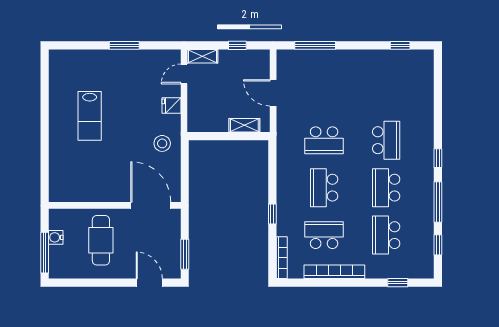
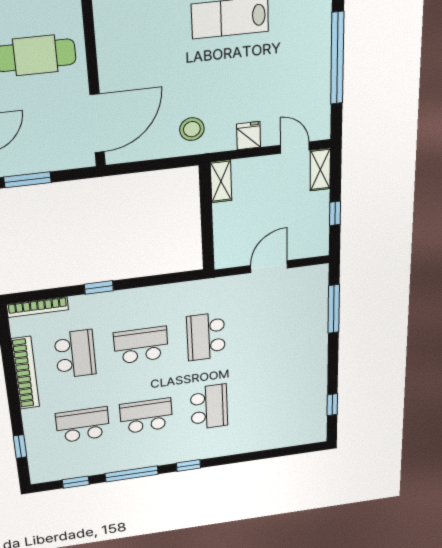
window: (124, 45) -> (337, 58), width x2.11
shelving: (244, 125) -> (221, 181), moved
school desk: (386, 140) -> (209, 407), turned -90

